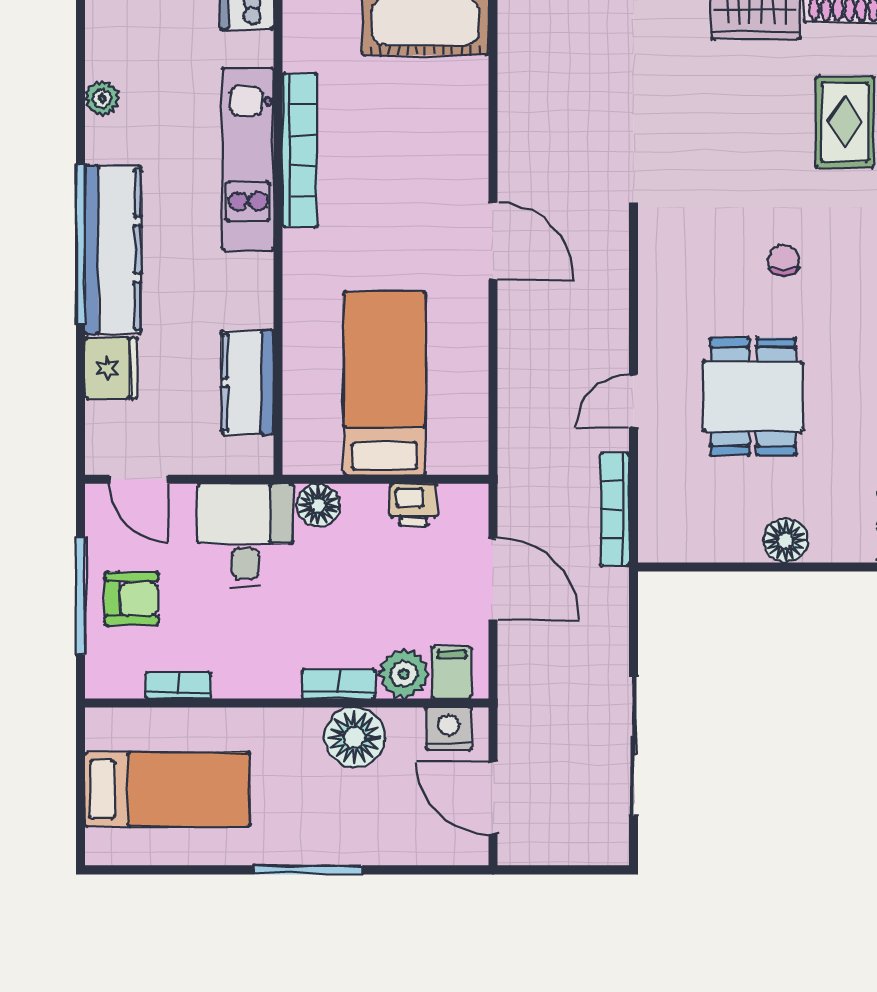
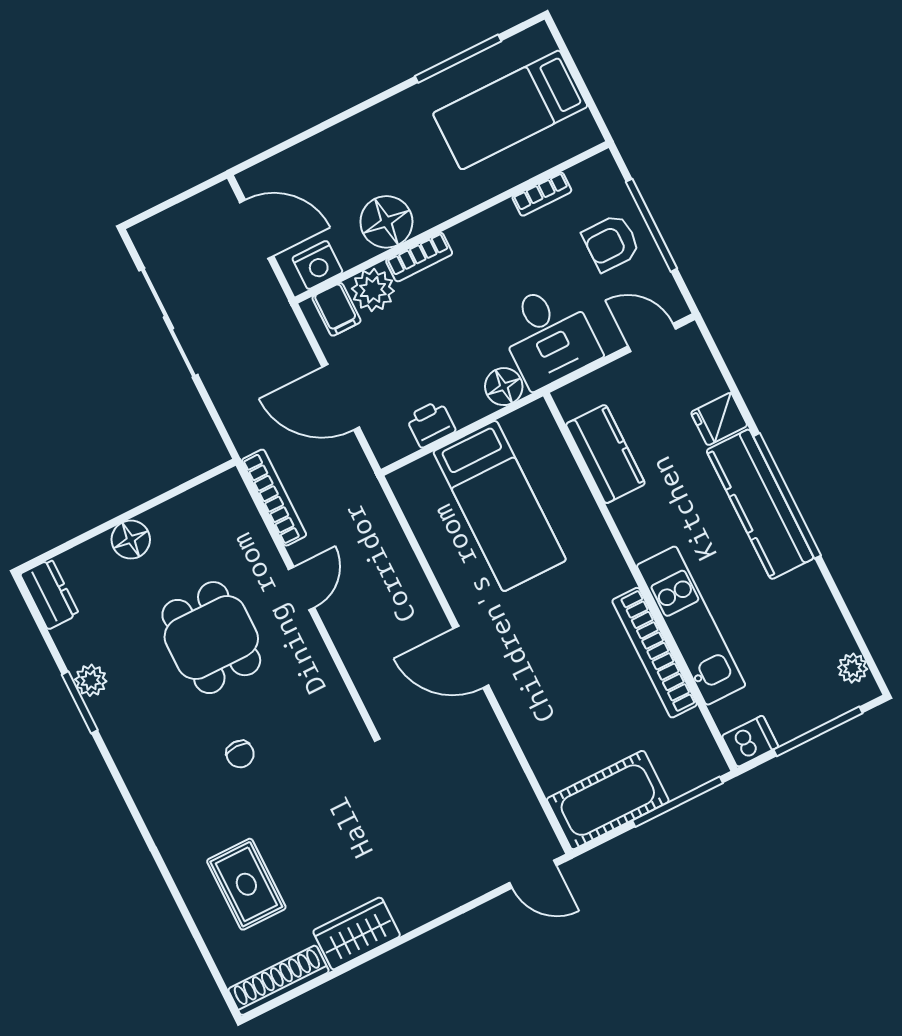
plant: (102, 99) -> (853, 668), moved
fridge: (111, 368) -> (719, 419), width x0.72
window: (308, 870) -> (458, 59), moved

